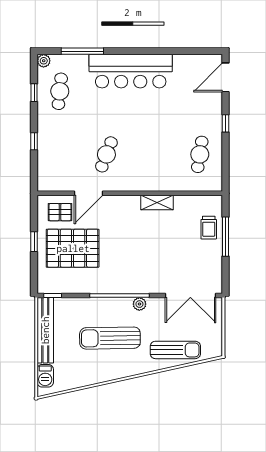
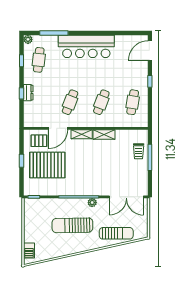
dresser: (44, 140) -> (28, 93), added
cafe table: (153, 154) -> (101, 102), added
shelving: (124, 202) -> (82, 134), added
bench: (45, 330) -> (29, 220), removed

